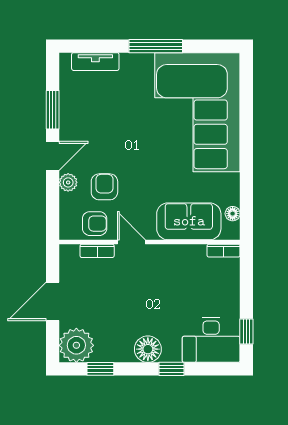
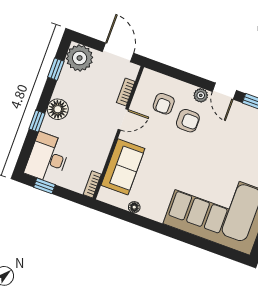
sofa: (189, 221) -> (123, 167), moved
door: (131, 242) -> (123, 119), moved
wall: (150, 242) -> (118, 133), moved
bookcase: (97, 251) -> (126, 92), moved
bookcase: (224, 251) -> (92, 184), moved

